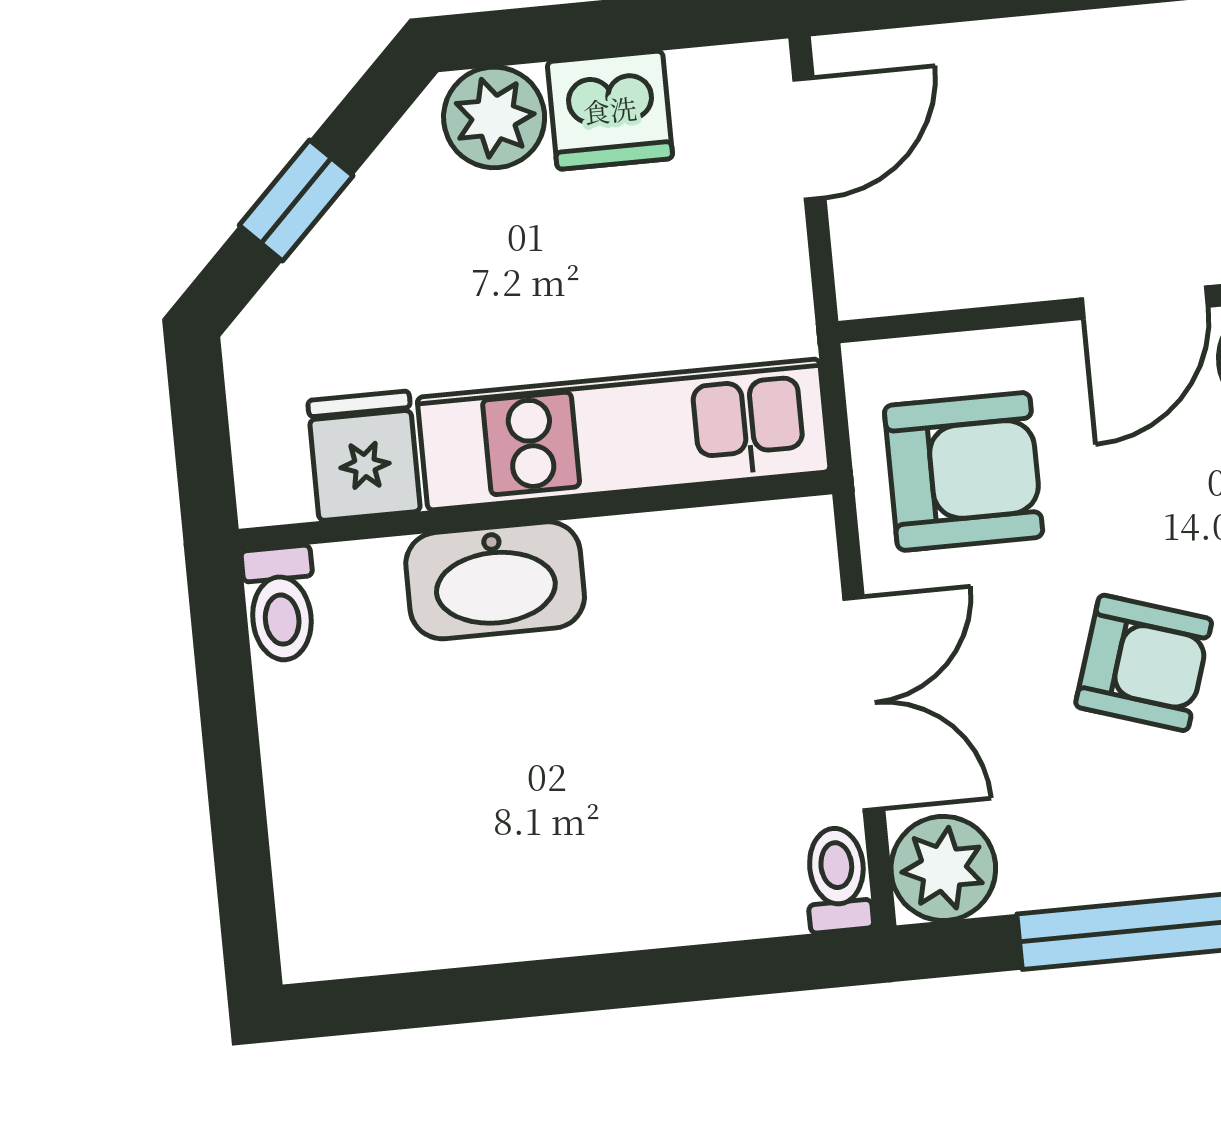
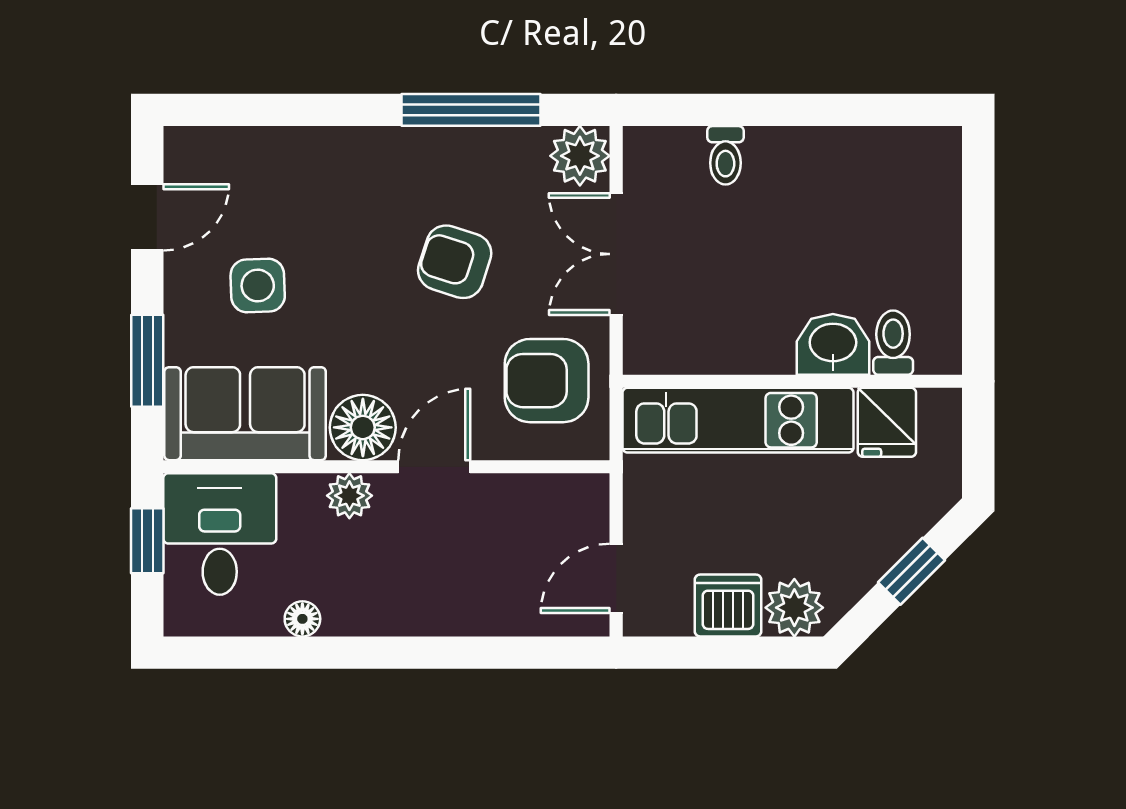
washbasin: (495, 580) -> (833, 344), width x0.72
toilet: (281, 604) -> (893, 343), moved
toilet: (838, 879) -> (725, 155), moved

